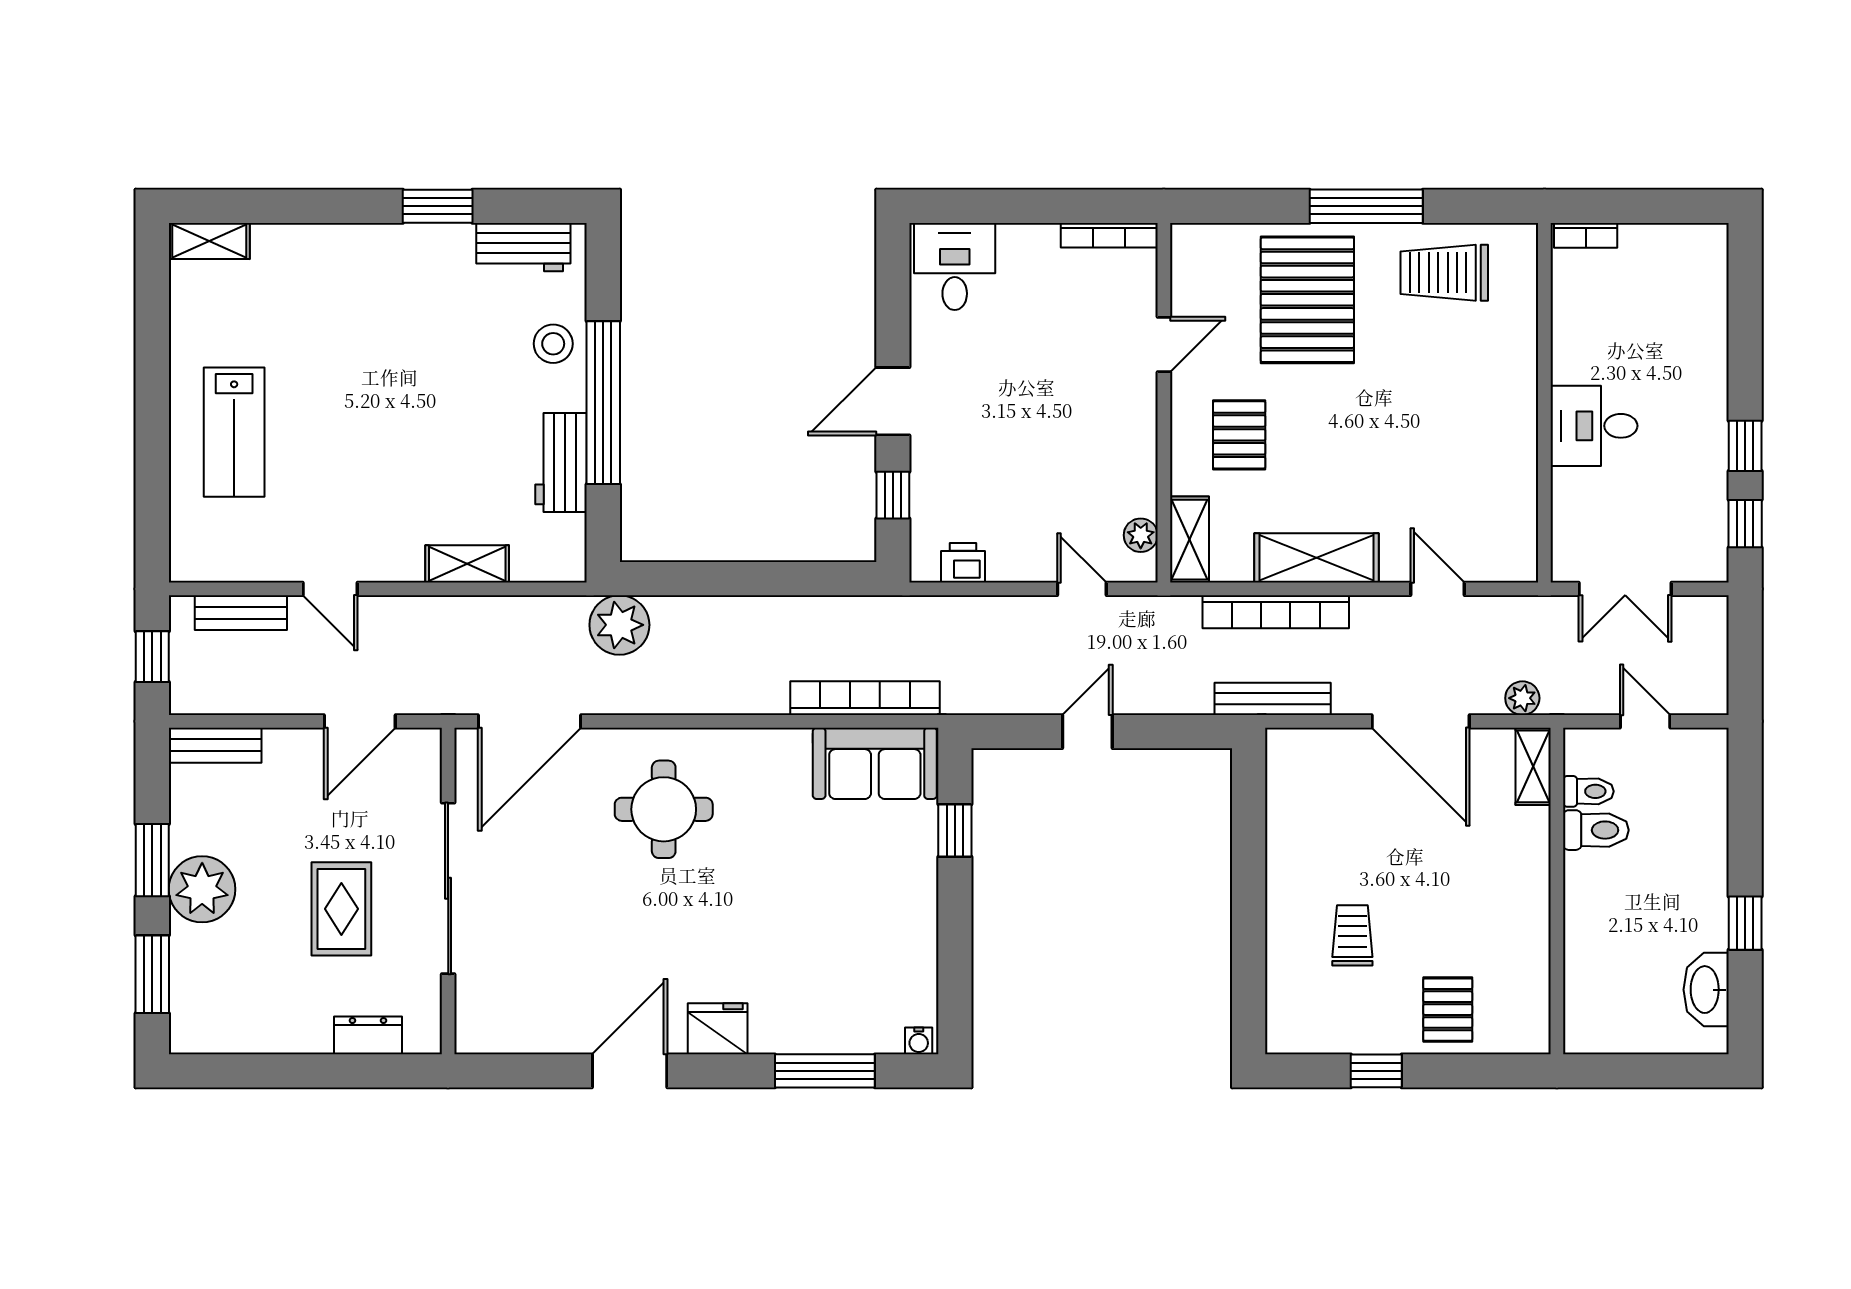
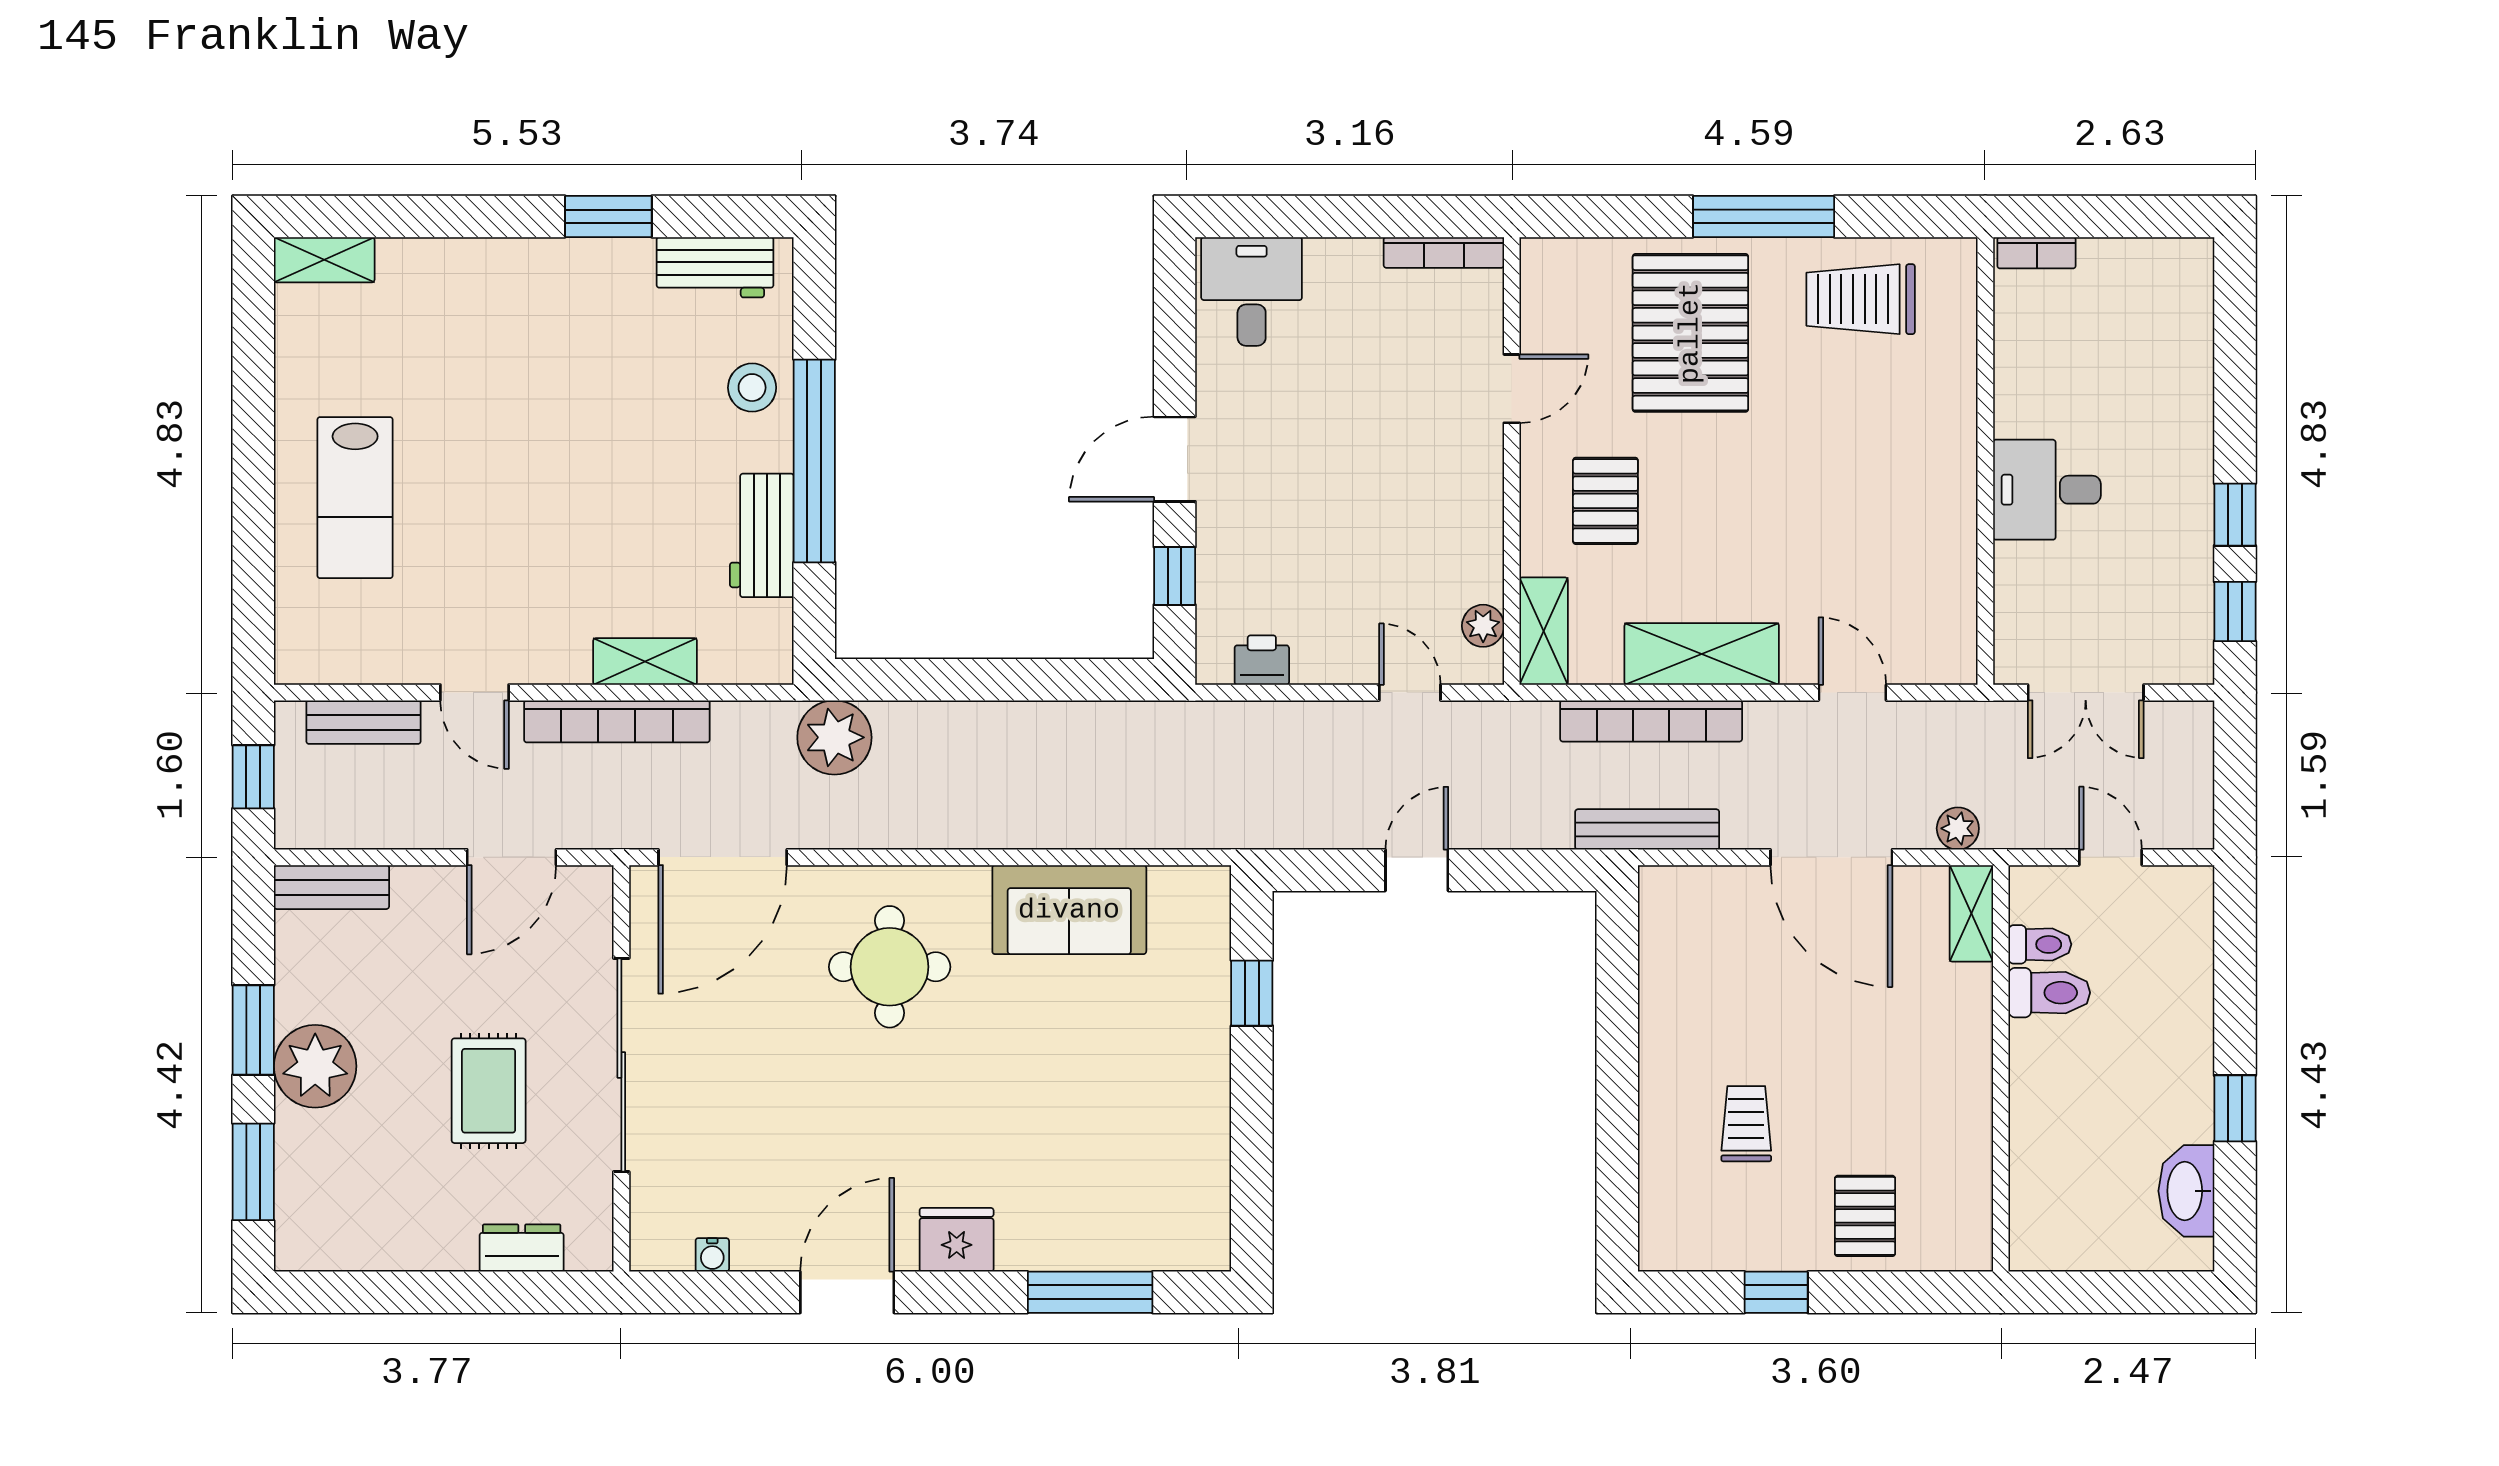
bookcase: (865, 698) -> (617, 721), moved, turned 180
sofa: (875, 763) -> (1069, 910), moved
water cooler: (919, 1041) -> (712, 1255), moved

